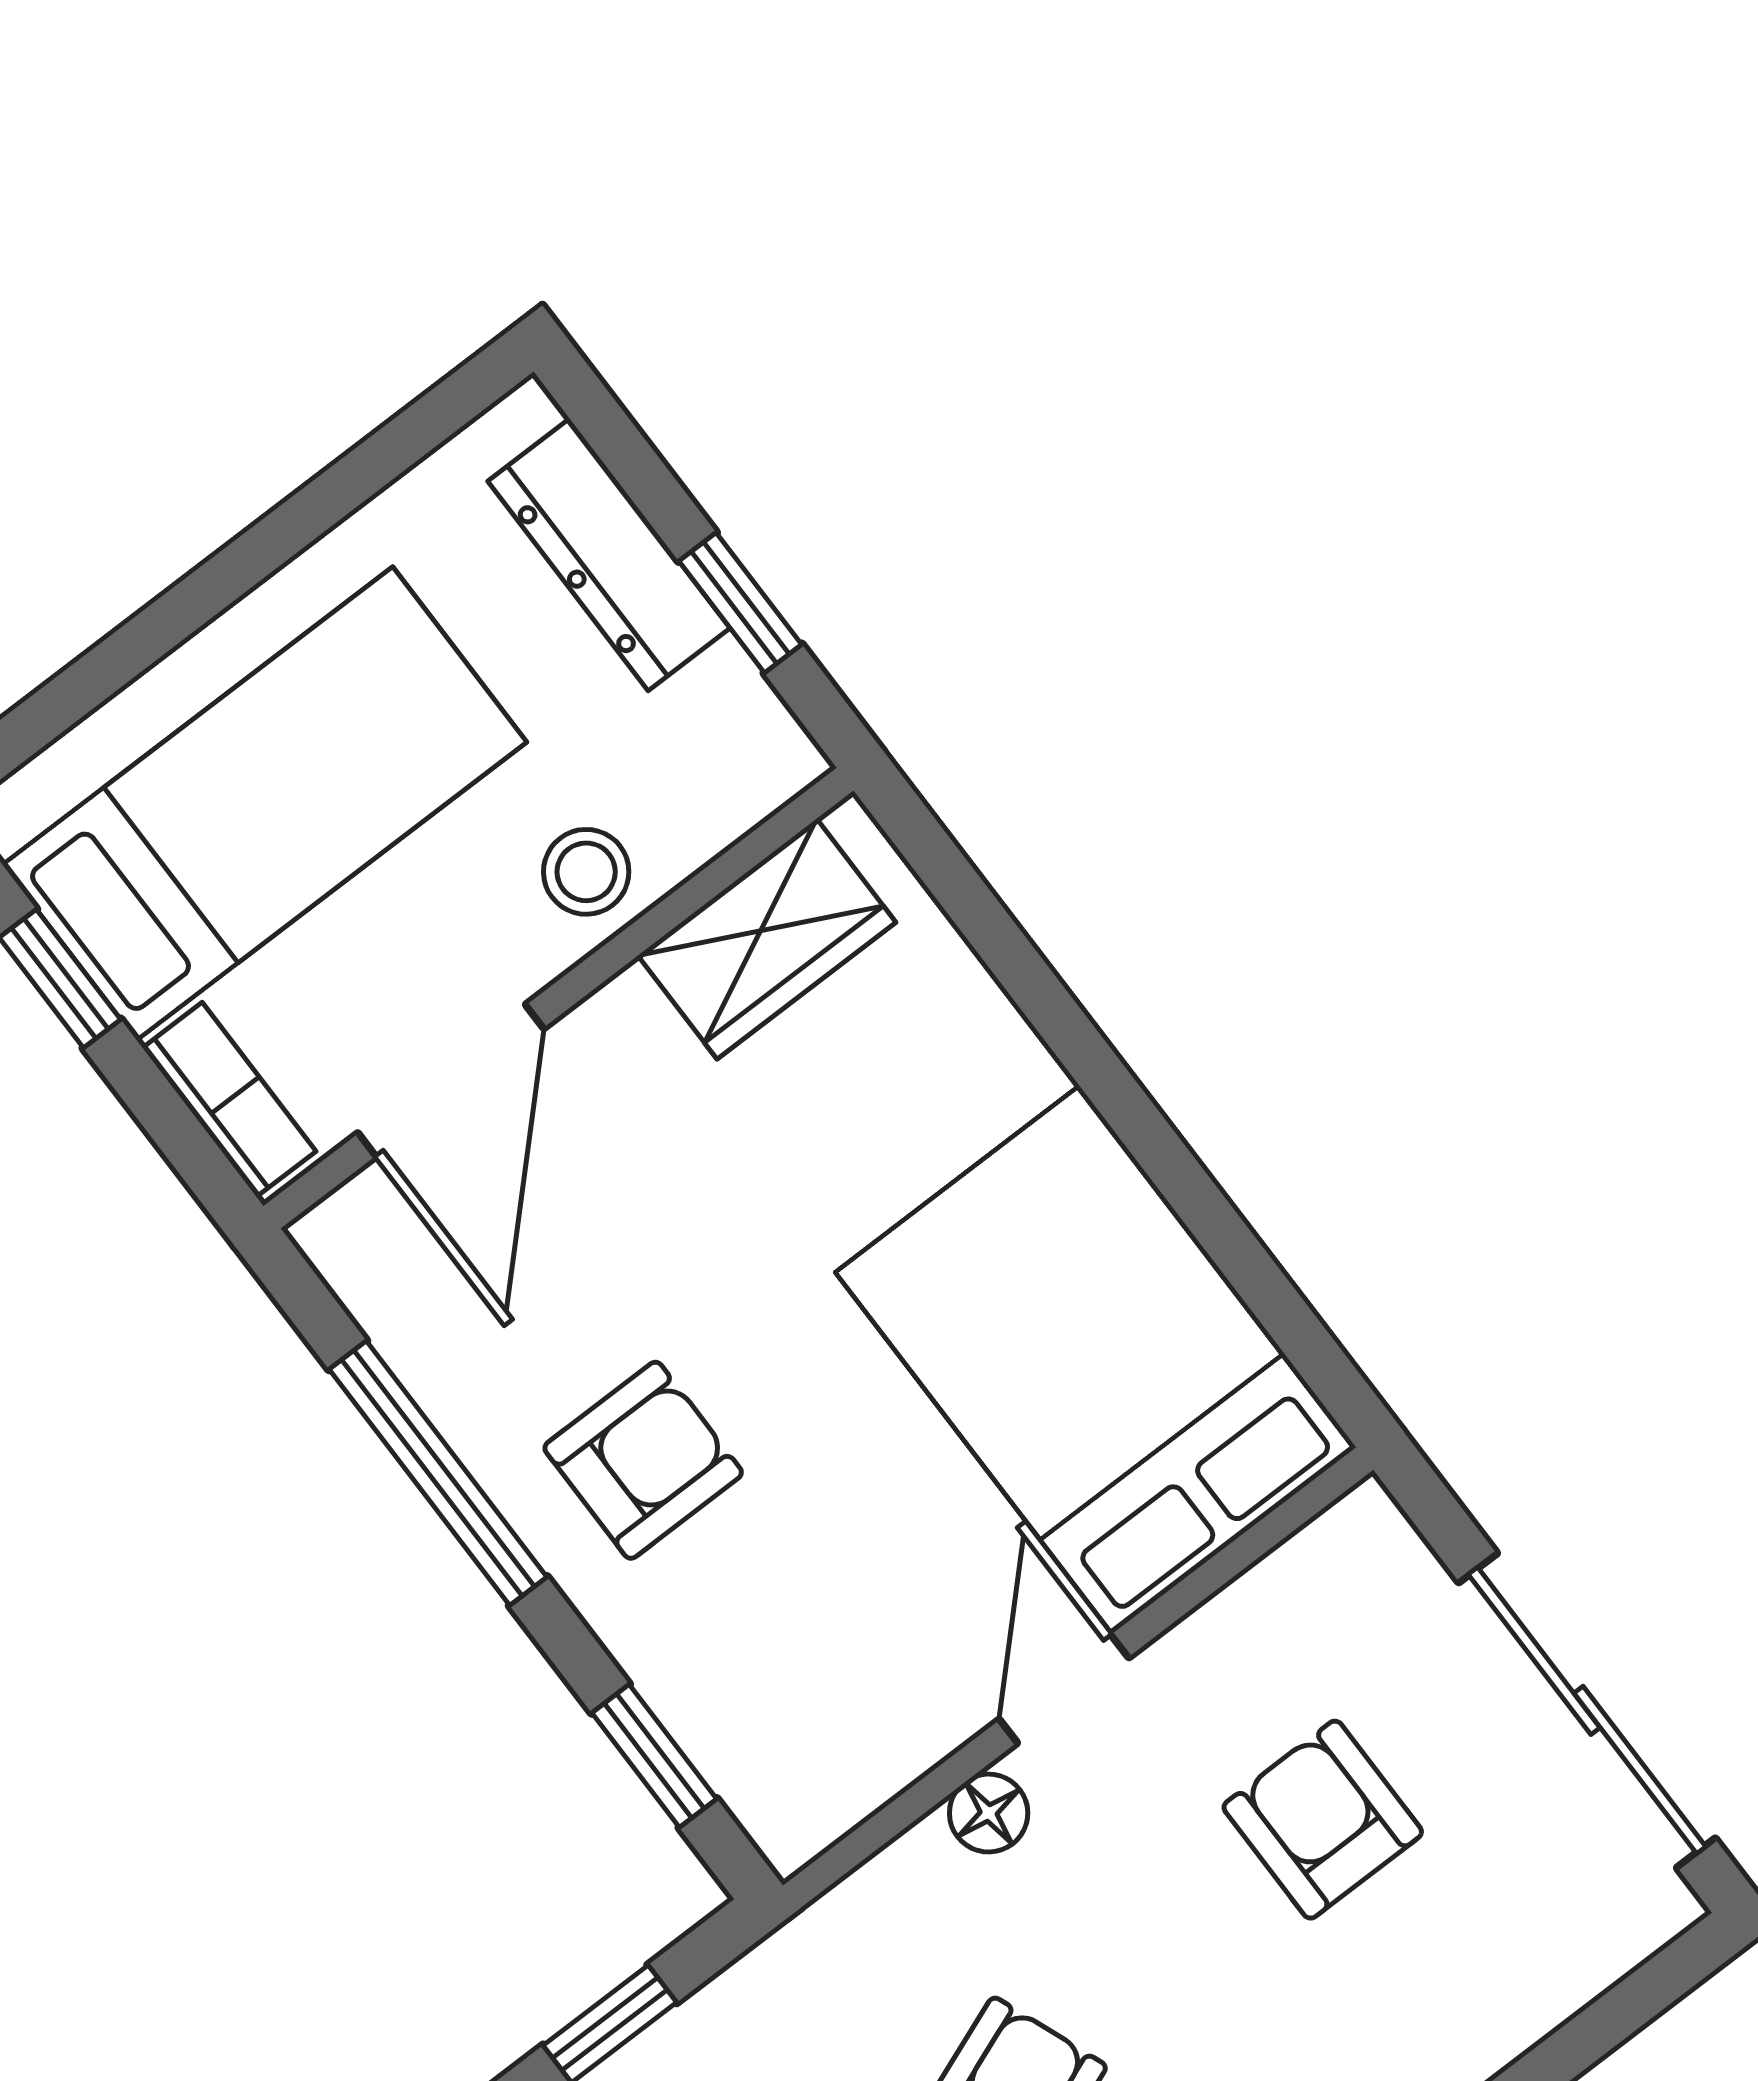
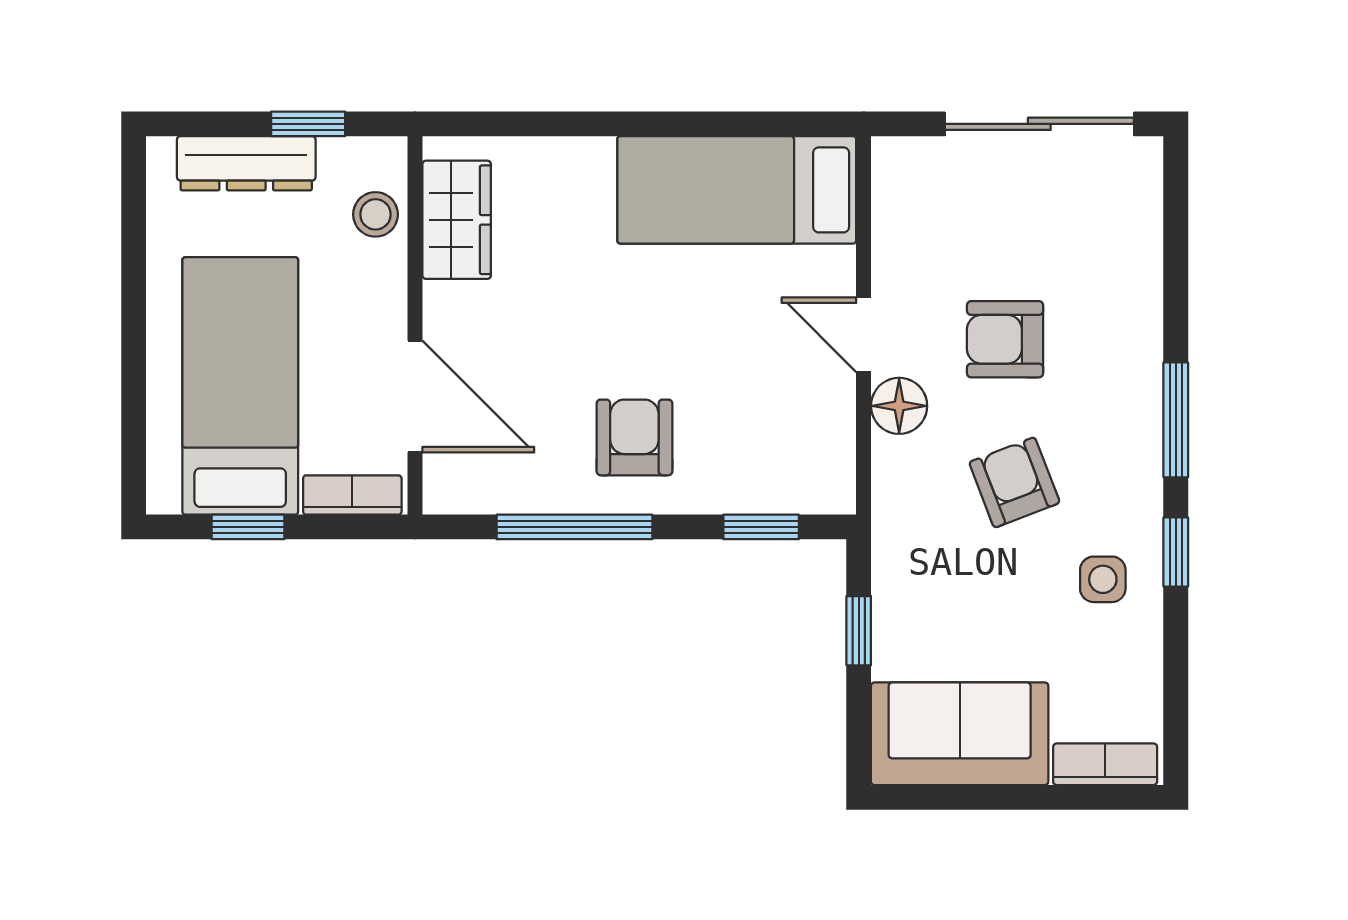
stool: (586, 872) -> (376, 214), moved
bed: (1096, 1360) -> (737, 190), width x0.67
floor lamp: (989, 1813) -> (899, 406), width x1.37, depth x1.37
armchair: (1323, 1820) -> (1005, 339), moved

